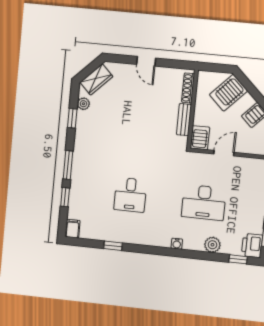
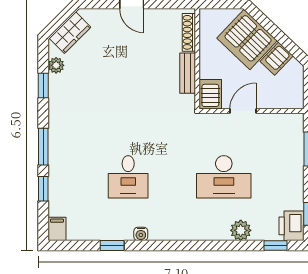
server rack: (228, 93) -> (247, 39), width x1.60
water cooler: (177, 244) -> (141, 234), moved

